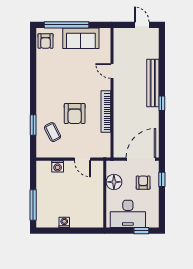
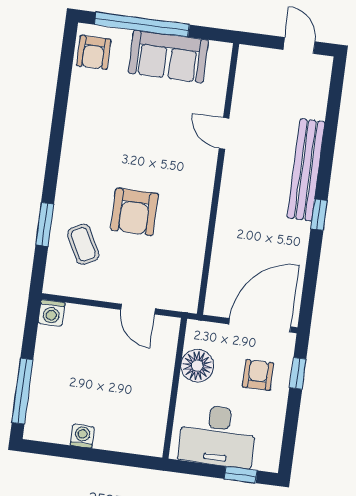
bookcase: (106, 112) -> (200, 217), removed
washing machine: (58, 166) -> (52, 313), moved

